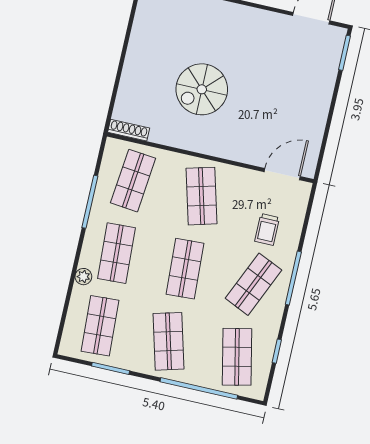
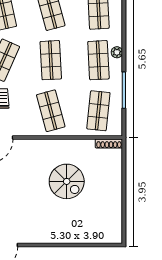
spiral stairs: (202, 89) -> (67, 181), turned 90
plant: (83, 277) -> (117, 52), moved

